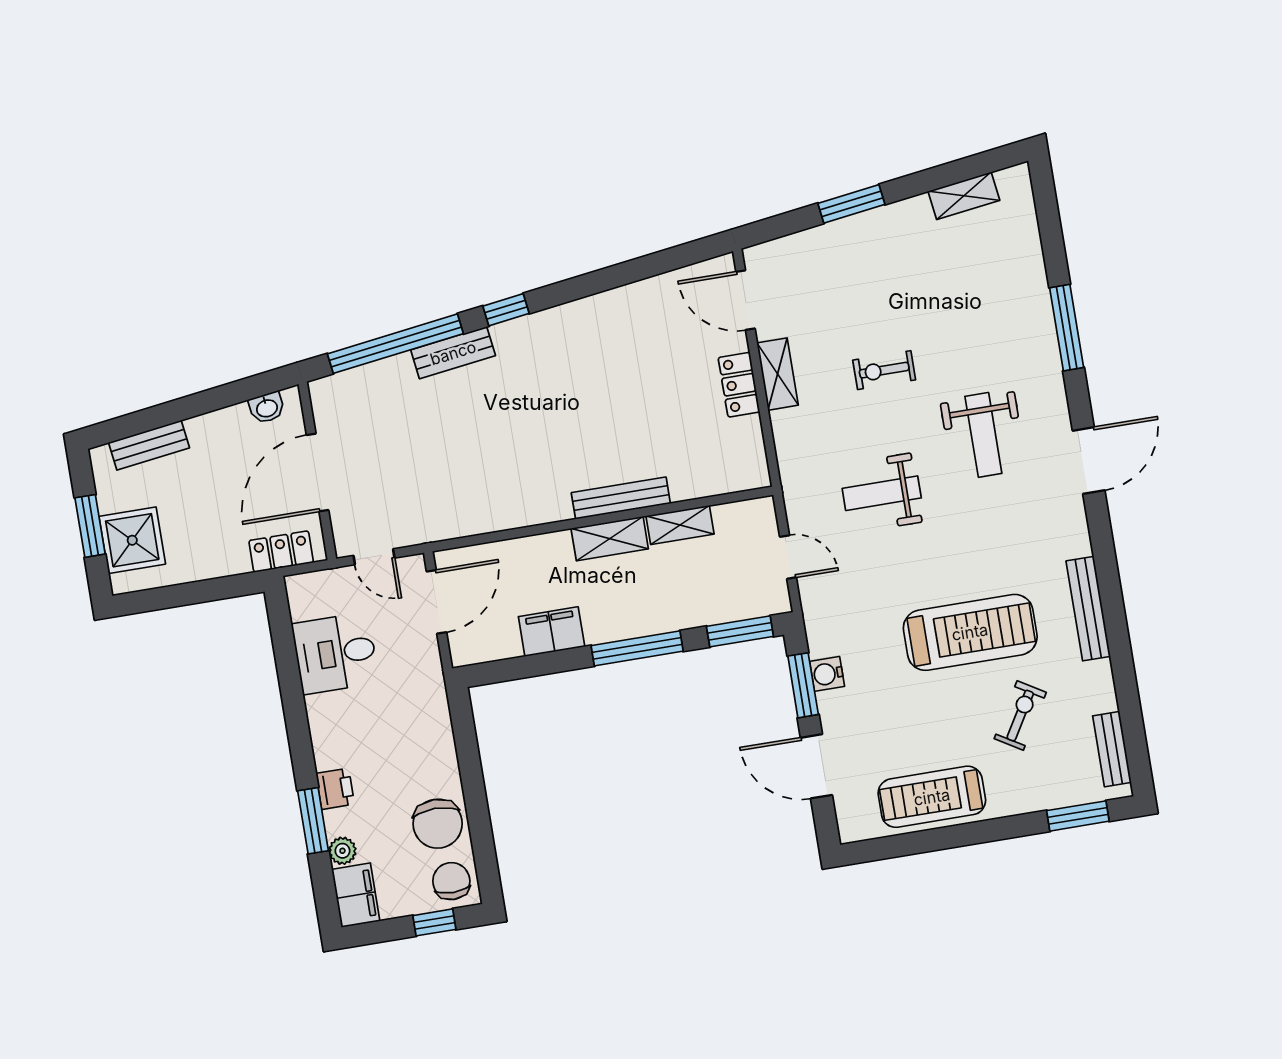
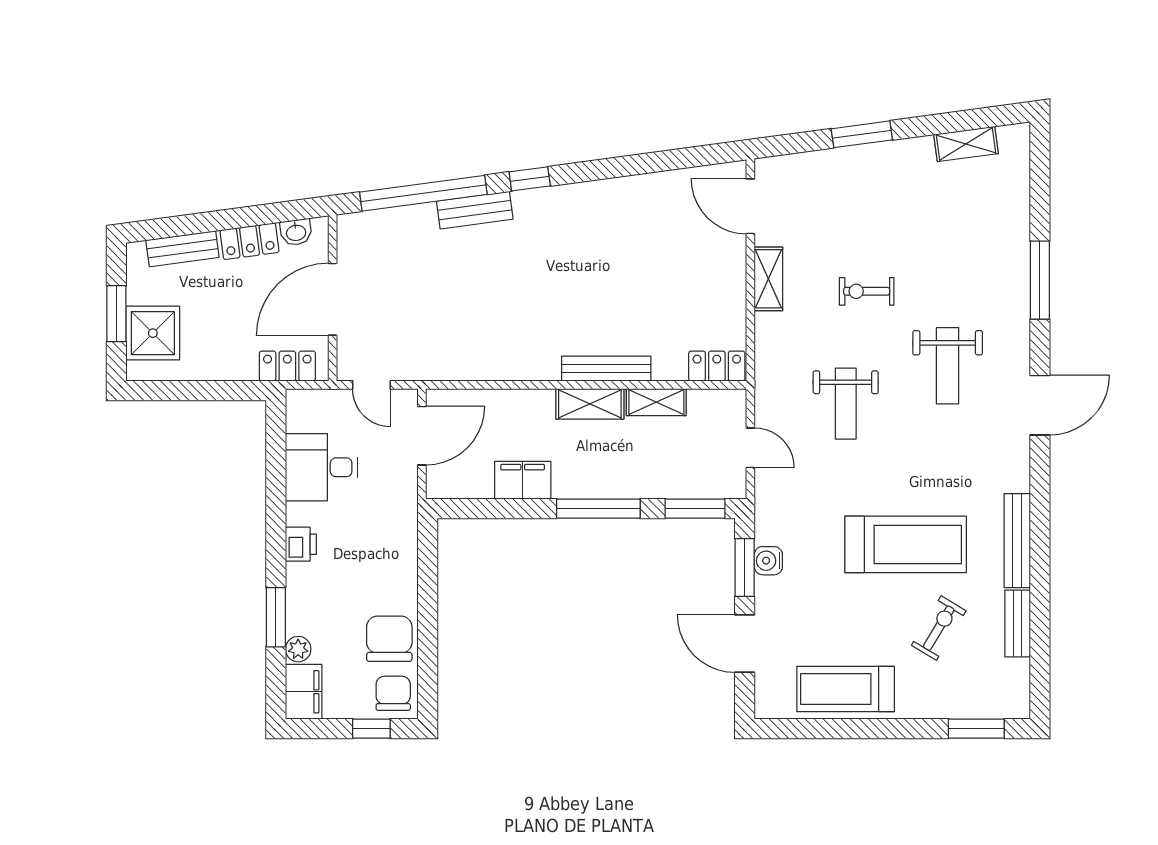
locker: (739, 385) -> (717, 366), moved, turned 90
locker: (219, 425) -> (250, 241), added
weight bench: (882, 493) -> (846, 404), turned -90
bench: (1112, 749) -> (1018, 624), moved
printer: (335, 789) -> (301, 544), moved
chair: (438, 824) -> (389, 639), turned 180

